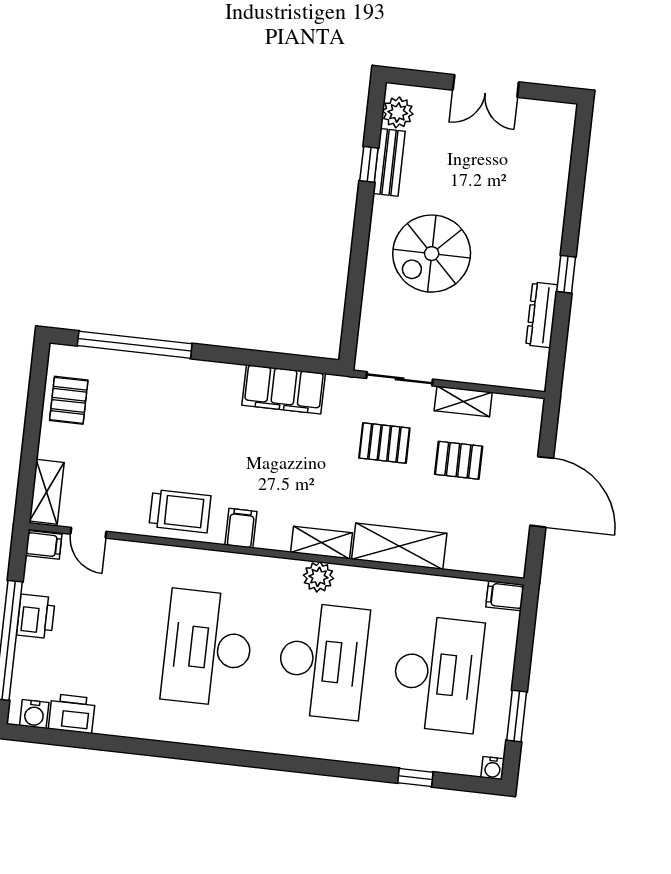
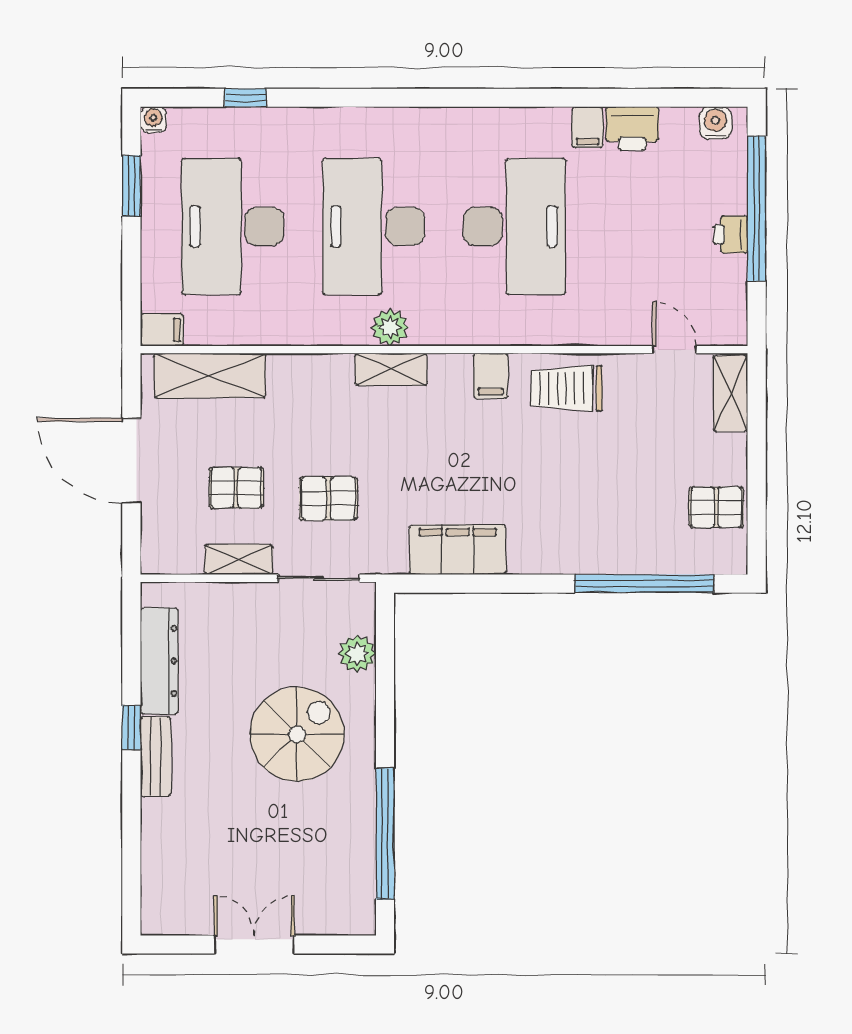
plant: (398, 112) -> (357, 654), moved
bench: (389, 162) -> (156, 757), moved
window: (369, 164) -> (385, 834), width x3.17
dresser: (542, 315) -> (159, 661), width x1.37, depth x1.24
pallet: (69, 400) -> (716, 507), turned 90
filing cabinet: (44, 545) -> (588, 127), moved, turned -90
shelving: (399, 546) -> (210, 375), moved
printer: (36, 616) -> (731, 235), width x0.73, depth x0.81
printer: (72, 714) -> (632, 128), moved

